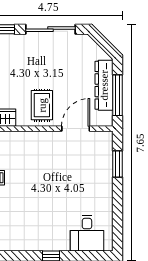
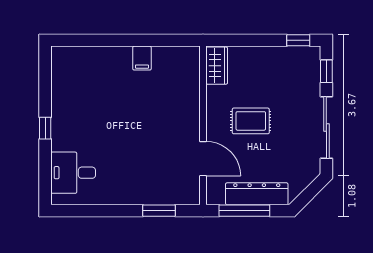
rug: (42, 105) -> (251, 121), moved

